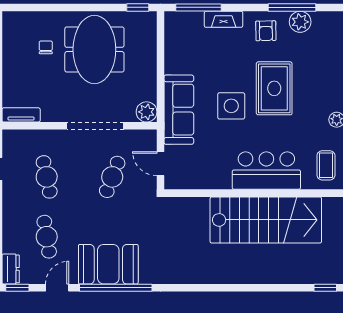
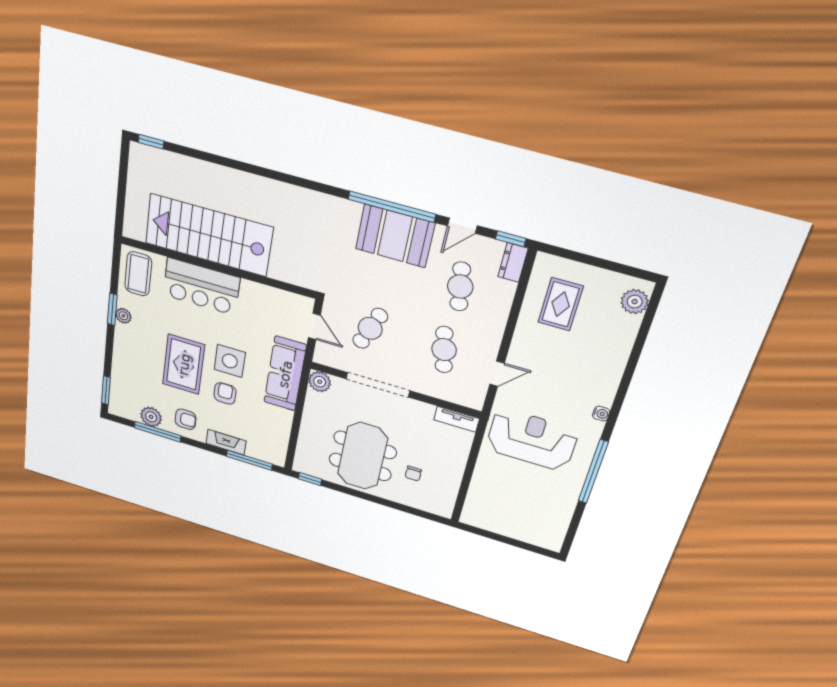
armchair: (266, 31) -> (186, 419), turned 91
armchair: (231, 71) -> (225, 393), added
coffee table: (326, 165) -> (138, 274), width x1.36, depth x1.30

